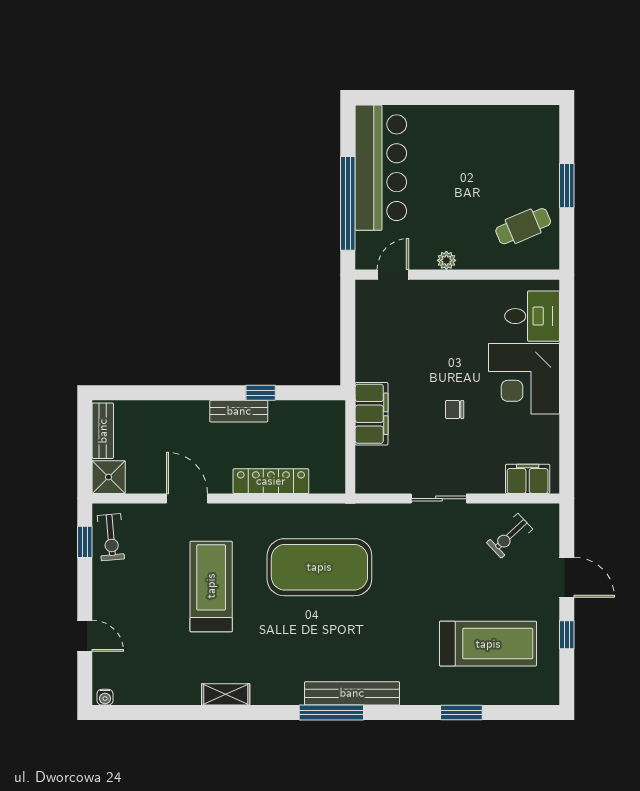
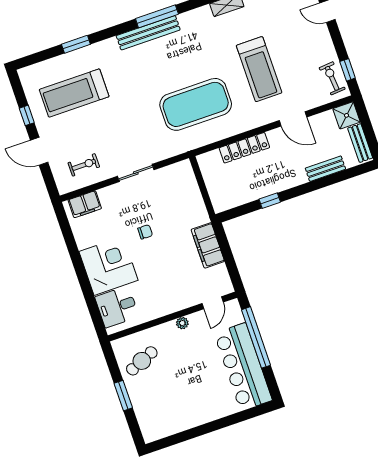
bench: (239, 411) -> (325, 169), moved
filing cabinet: (372, 414) -> (208, 245), moved
exercise bike: (510, 536) -> (84, 165), turned 43

